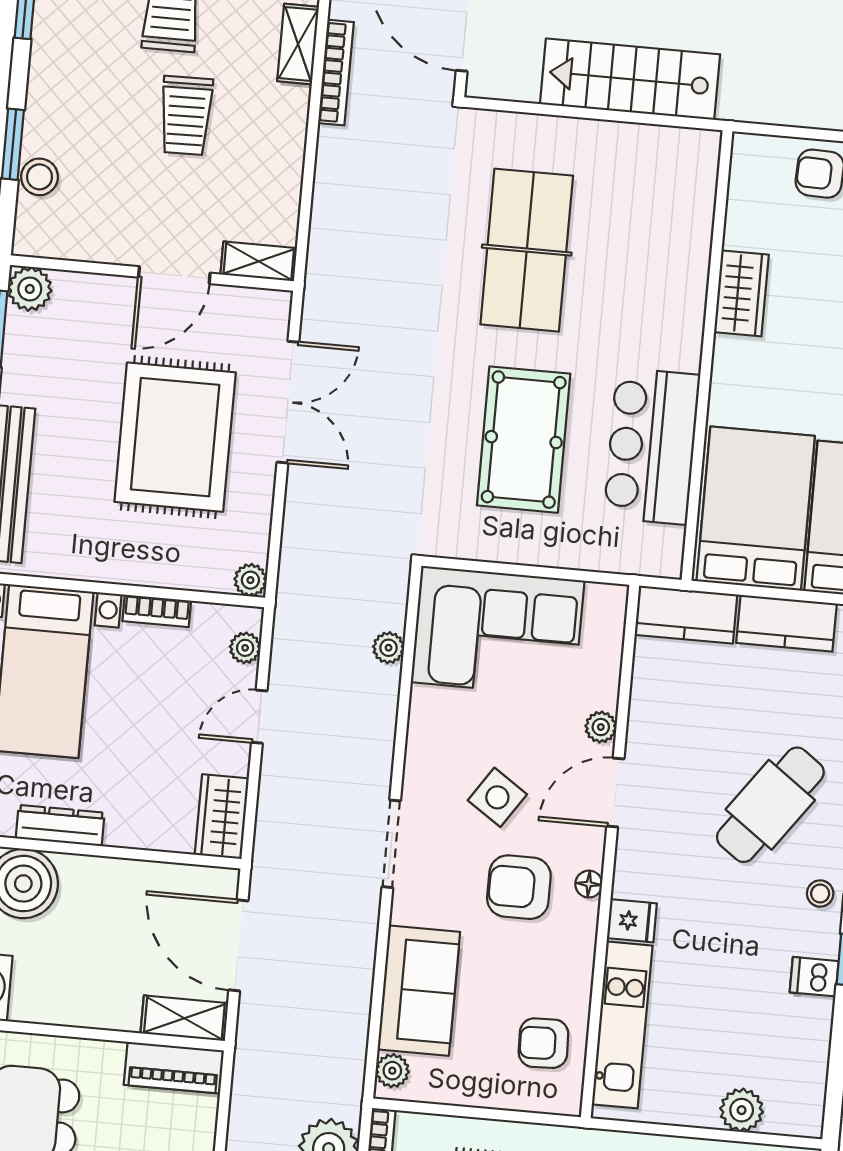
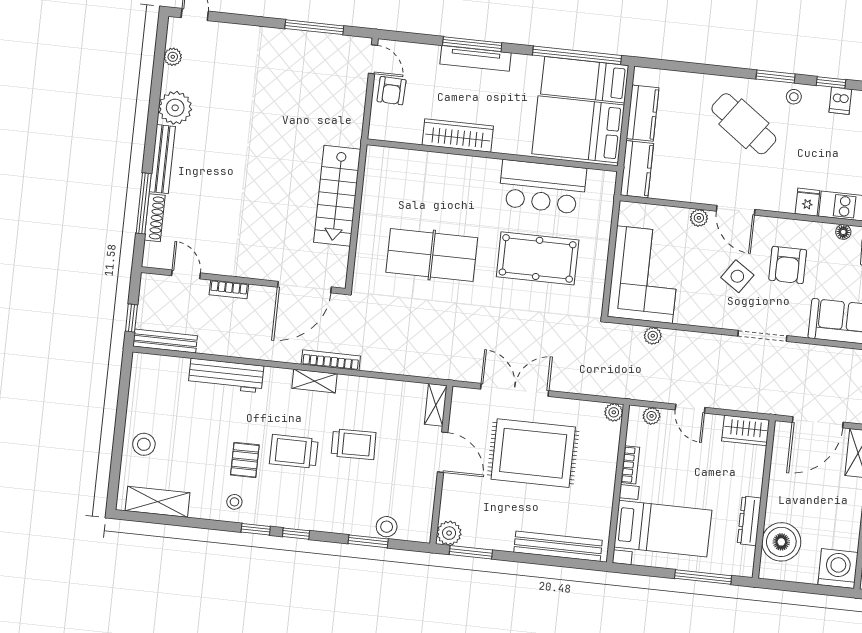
wardrobe: (741, 293) -> (458, 135), width x1.50
floor lamp: (589, 884) -> (843, 232), moved

